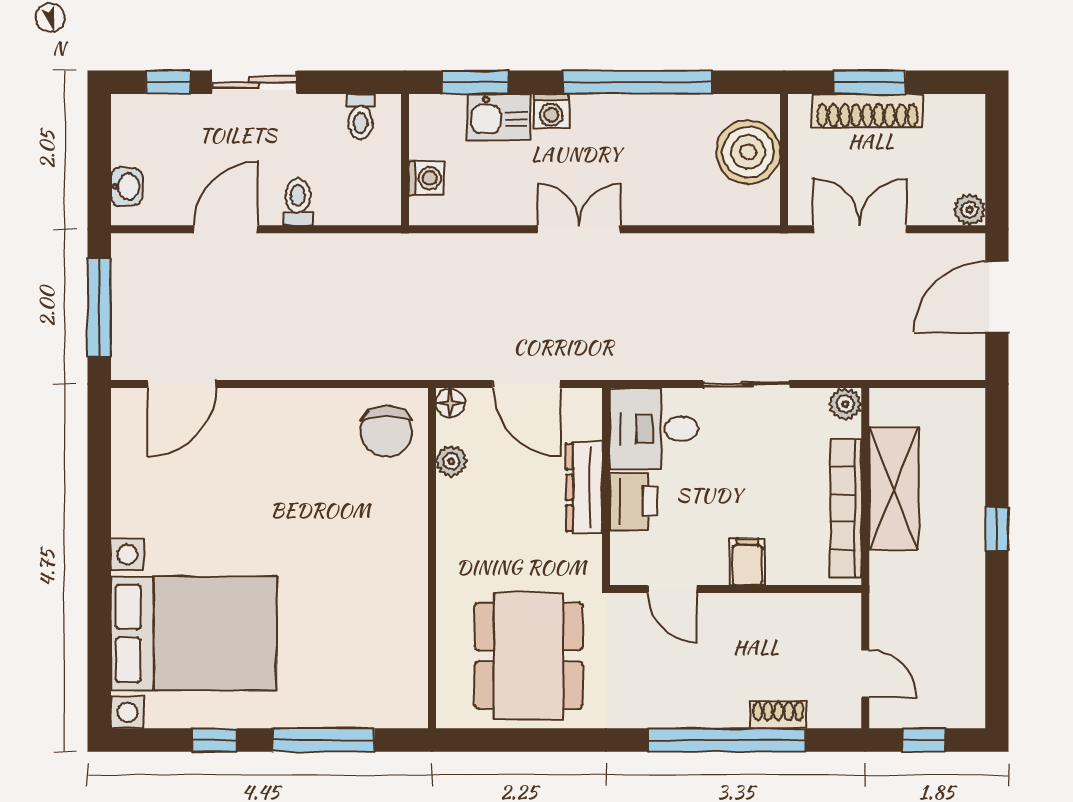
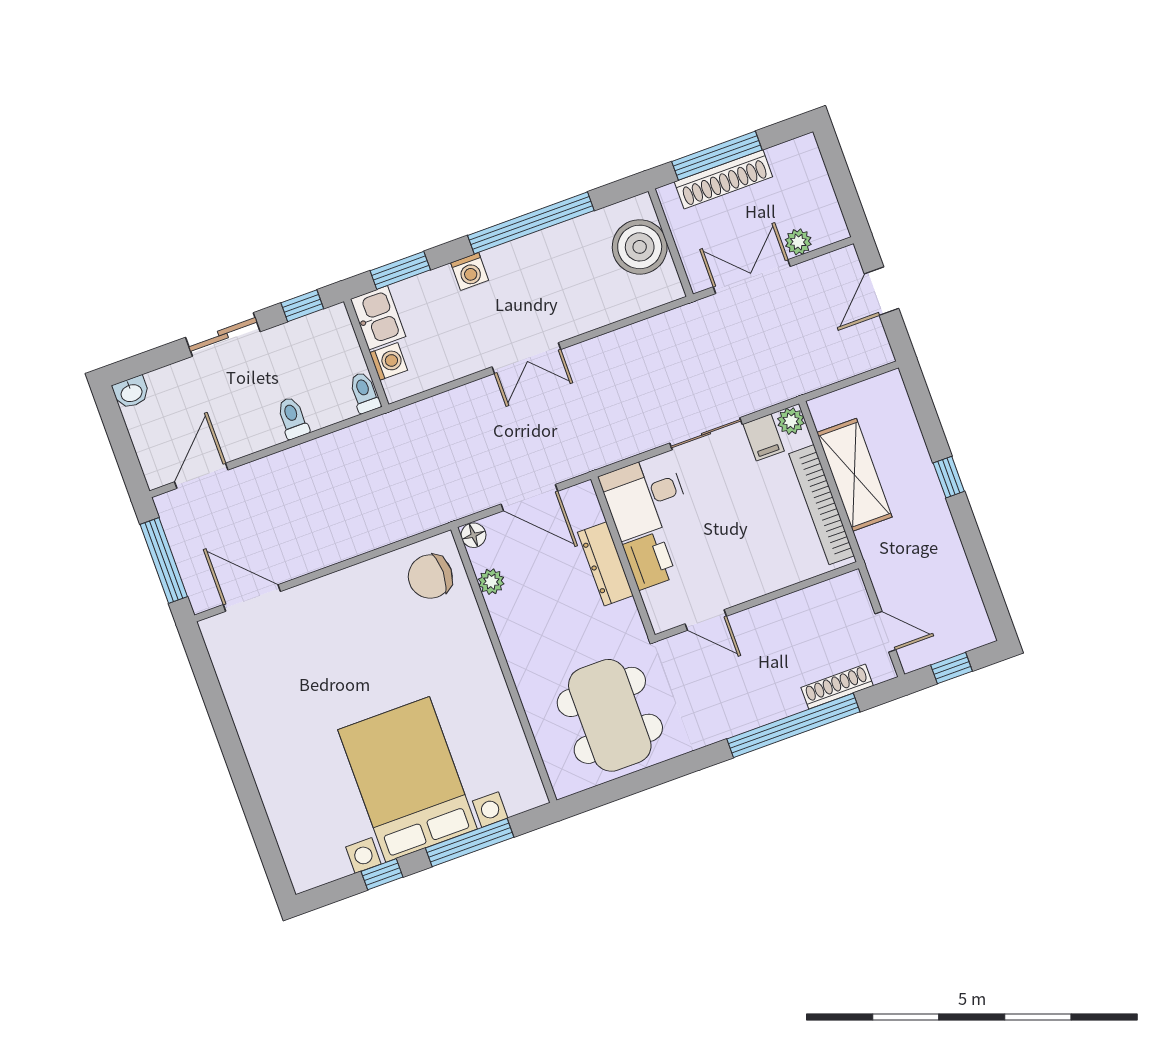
window: (168, 82) -> (302, 306), moved
window: (870, 82) -> (717, 156), width x1.44
toilet: (360, 117) -> (364, 393), moved, turned 180
kitchen sink: (499, 117) -> (378, 318), moved, turned -90
washbasin: (126, 187) -> (131, 392), moved, turned 90
plant: (970, 210) -> (798, 242), moved
door: (226, 229) -> (201, 476), moved
double door: (579, 229) -> (526, 358), swing flipped
door: (997, 297) -> (882, 291), width x0.73
door: (181, 384) -> (252, 598), swing flipped
chair: (386, 431) -> (430, 577), turned 90
filing cabinet: (747, 562) -> (764, 437), moved, turned 180
bed with nightstands: (193, 633) -> (408, 779), moved, turned -90
shoe rack: (778, 715) -> (837, 687), width x1.43

